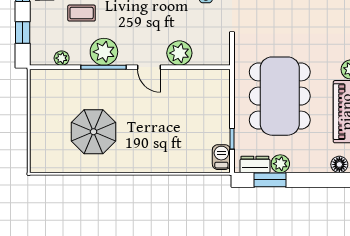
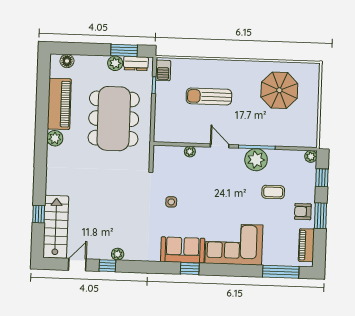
plant: (179, 53) -> (190, 152), width x0.53, depth x0.53
plant: (62, 58) -> (311, 156), moved
sun lounger: (164, 127) -> (209, 96), added
parasol: (94, 132) -> (279, 90), moved

